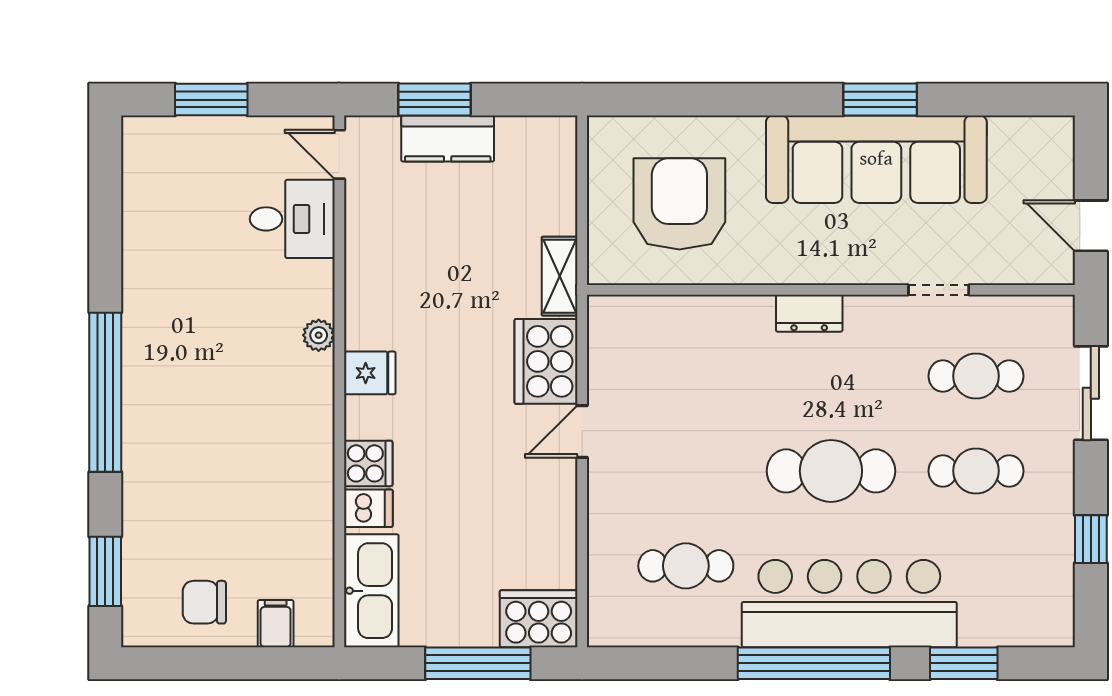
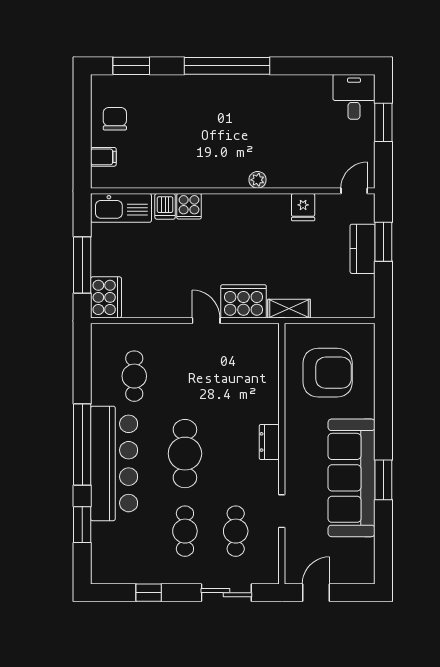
desk: (292, 219) -> (354, 97), moved, turned 180
fridge: (370, 373) -> (303, 207), moved

